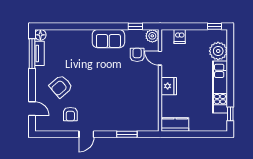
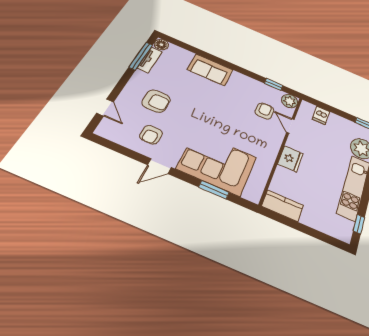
sofa: (108, 39) -> (210, 70), moved
armchair: (61, 86) -> (156, 101), turned -139
corner sofa: (121, 114) -> (217, 163), added

